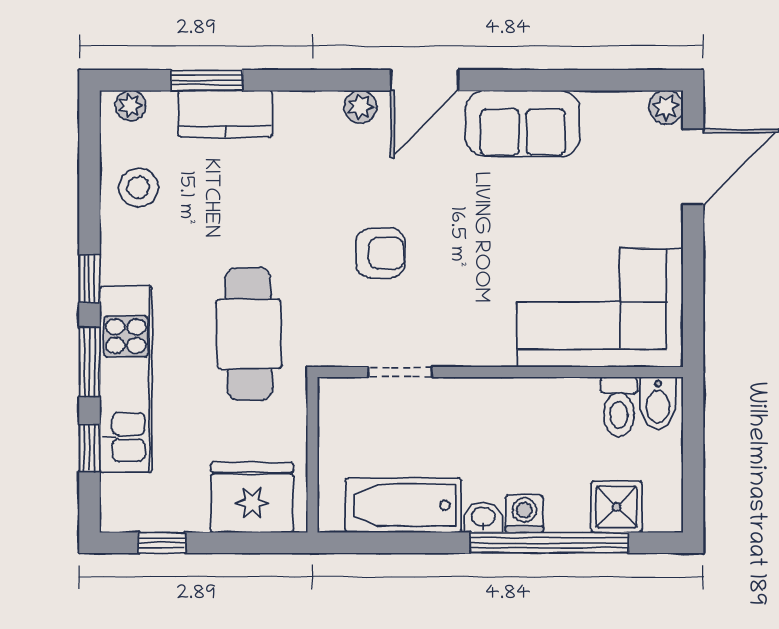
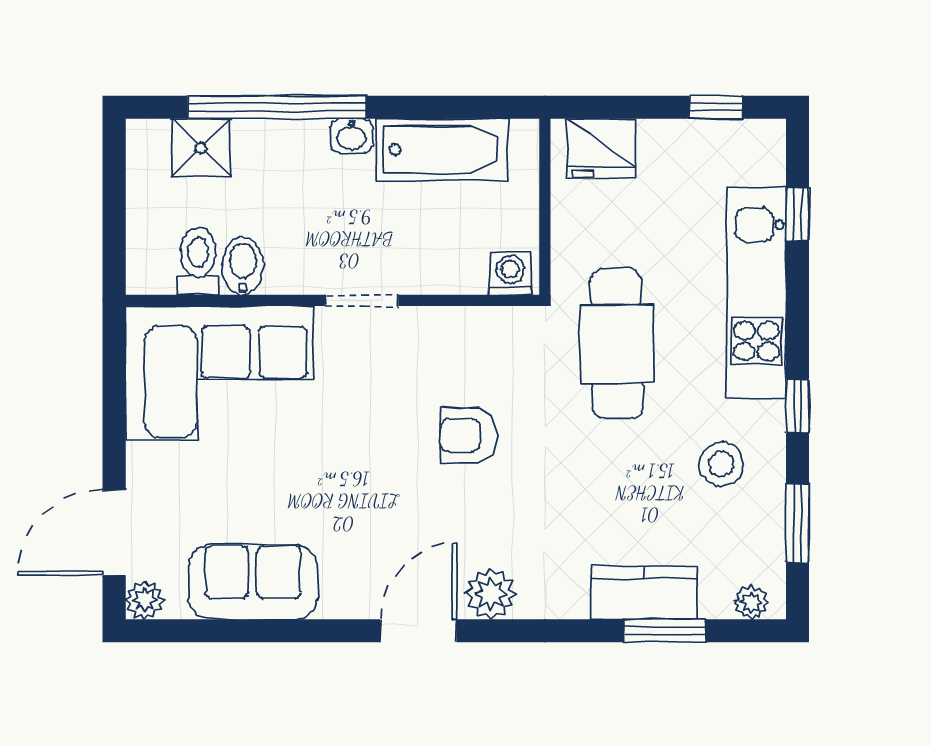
plant: (360, 107) -> (491, 594), width x1.38, depth x1.38
sofa: (523, 123) -> (253, 582), moved
stool: (138, 187) -> (721, 464), moved
window: (89, 362) -> (798, 524), moved
doorway: (400, 372) -> (362, 300), moved
bidet: (658, 403) -> (243, 266), moved
fridge: (252, 498) -> (601, 148), width x0.73, depth x0.75
washing machine: (524, 514) -> (510, 274), moved, turned 180

